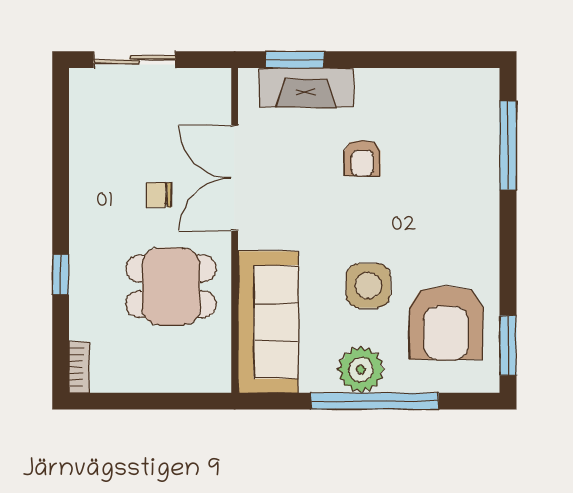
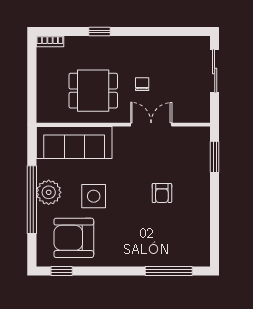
fireplace: (306, 87) -> (200, 163), removed
armchair: (362, 158) -> (162, 193), turned -90
double door: (235, 178) -> (151, 125), width x0.73
dining table: (171, 286) -> (93, 91), turned 90
window: (508, 345) -> (62, 271), width x0.67

